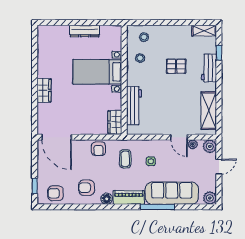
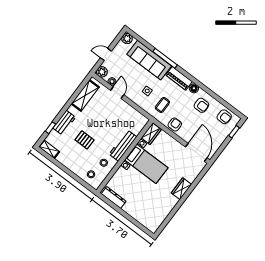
dresser: (85, 31) -> (114, 197), moved
bed with nightstands: (97, 72) -> (146, 164), moved
workbench: (134, 106) -> (123, 146), moved

